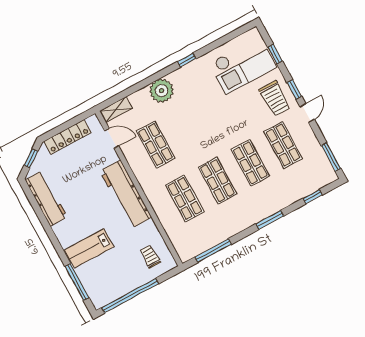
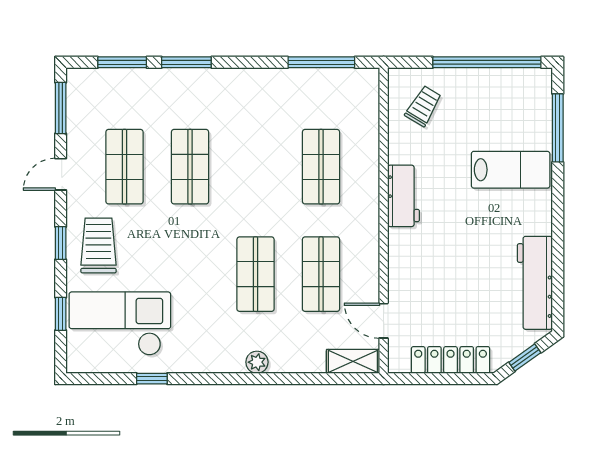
window: (187, 60) -> (152, 379), moved
plant: (162, 91) -> (257, 362), width x0.53, depth x0.53
door: (307, 113) -> (61, 174), moved
shop shelf: (218, 181) -> (256, 274), moved
workbench: (126, 194) -> (403, 196), width x0.53, depth x0.76
window: (313, 197) -> (122, 62), width x1.50
window: (270, 220) -> (186, 62), moved
trolley: (150, 257) -> (423, 106), turned -149

